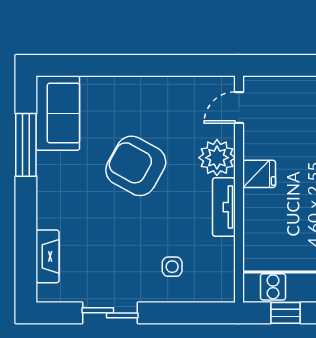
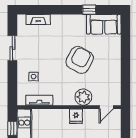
door: (239, 108) -> (106, 107), swing flipped
window: (26, 145) -> (89, 10), width x0.46
tv unit: (224, 207) -> (39, 100), moved

